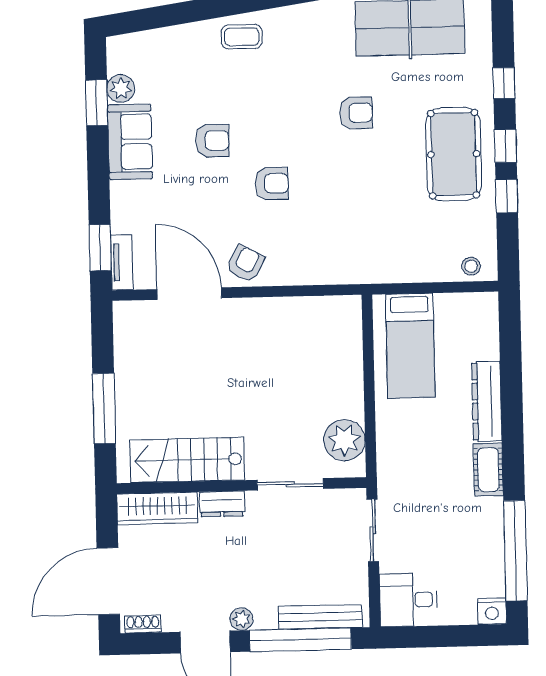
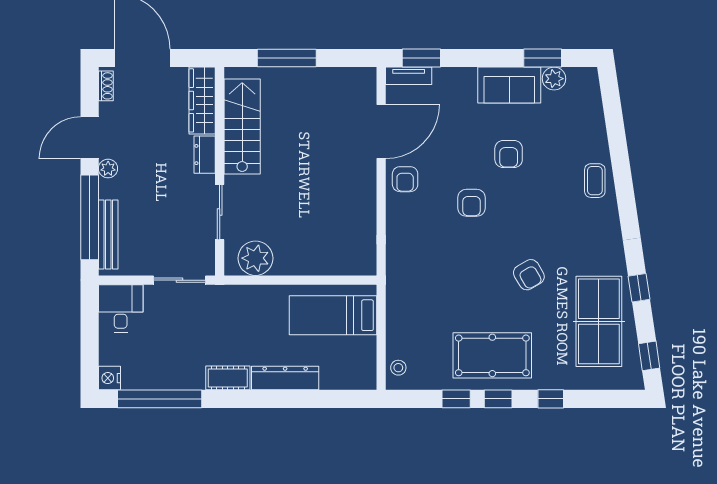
armchair: (356, 113) -> (529, 275), turned -30
armchair: (245, 264) -> (405, 179), turned 62

